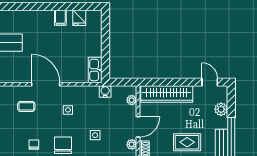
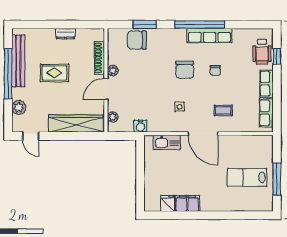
filing cabinet: (60, 18) -> (187, 203), width x2.00
kitchen sink: (95, 70) -> (167, 142), moved, turned 90
side table: (95, 135) -> (151, 80), removed

